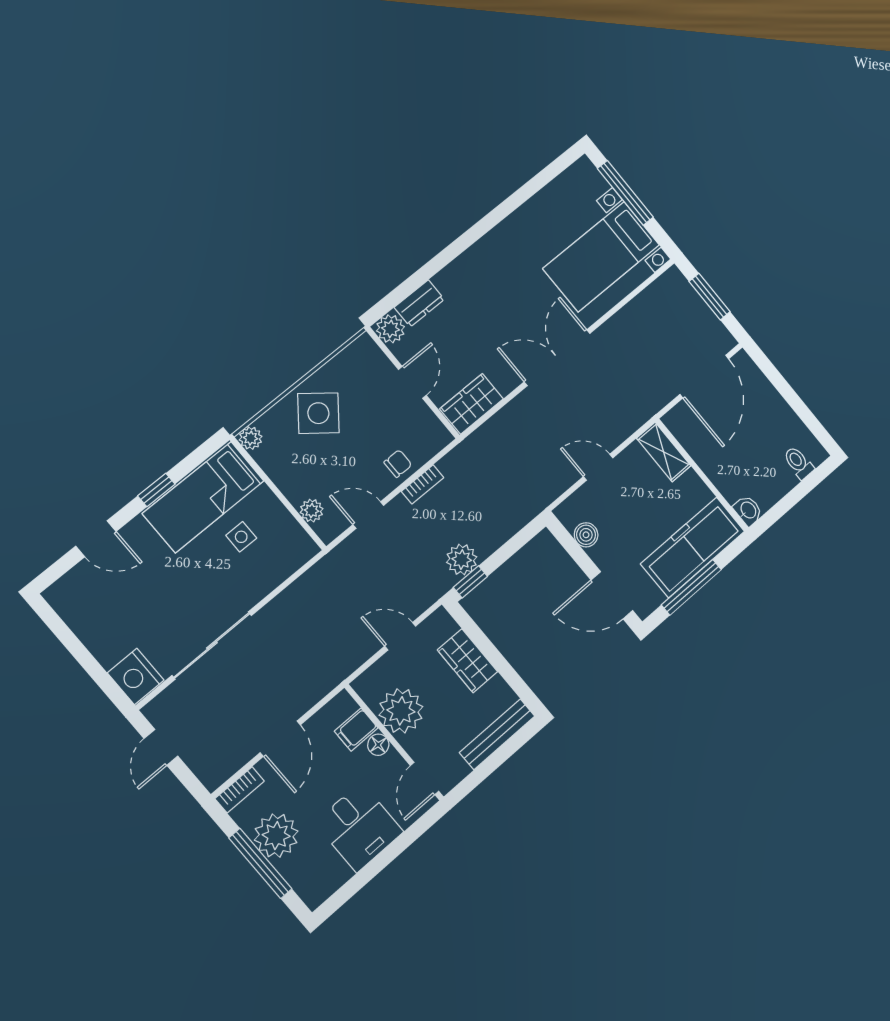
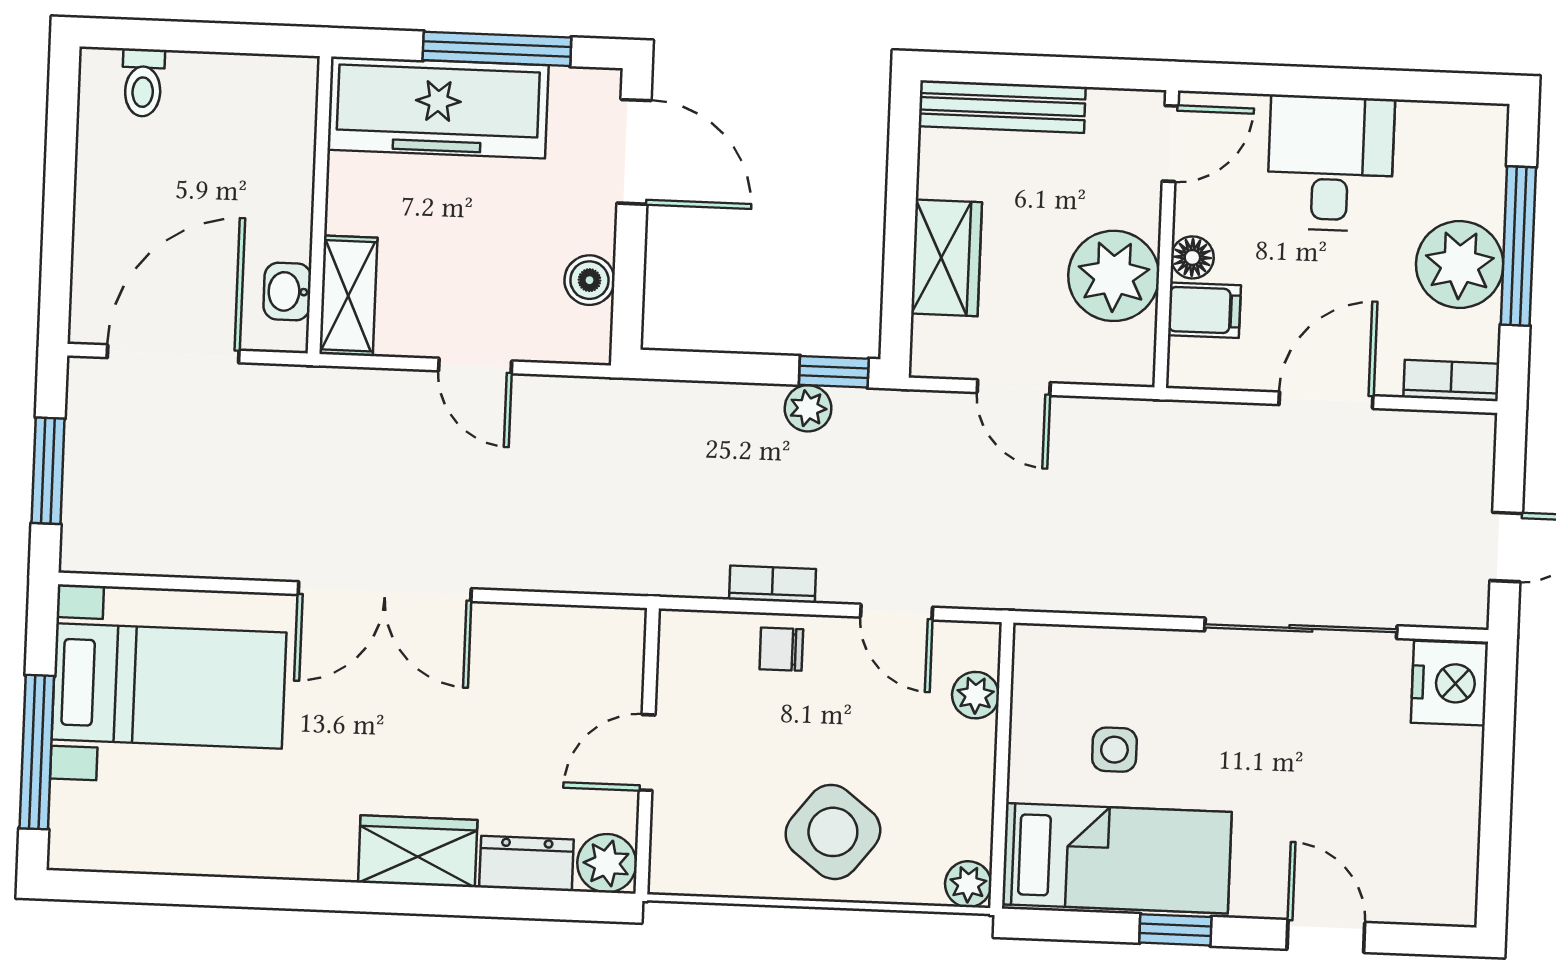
wardrobe: (471, 404) -> (418, 851), moved, turned 180
washbasin: (748, 510) -> (287, 292), moved
plant: (462, 560) -> (808, 408), width x0.73, depth x0.73

